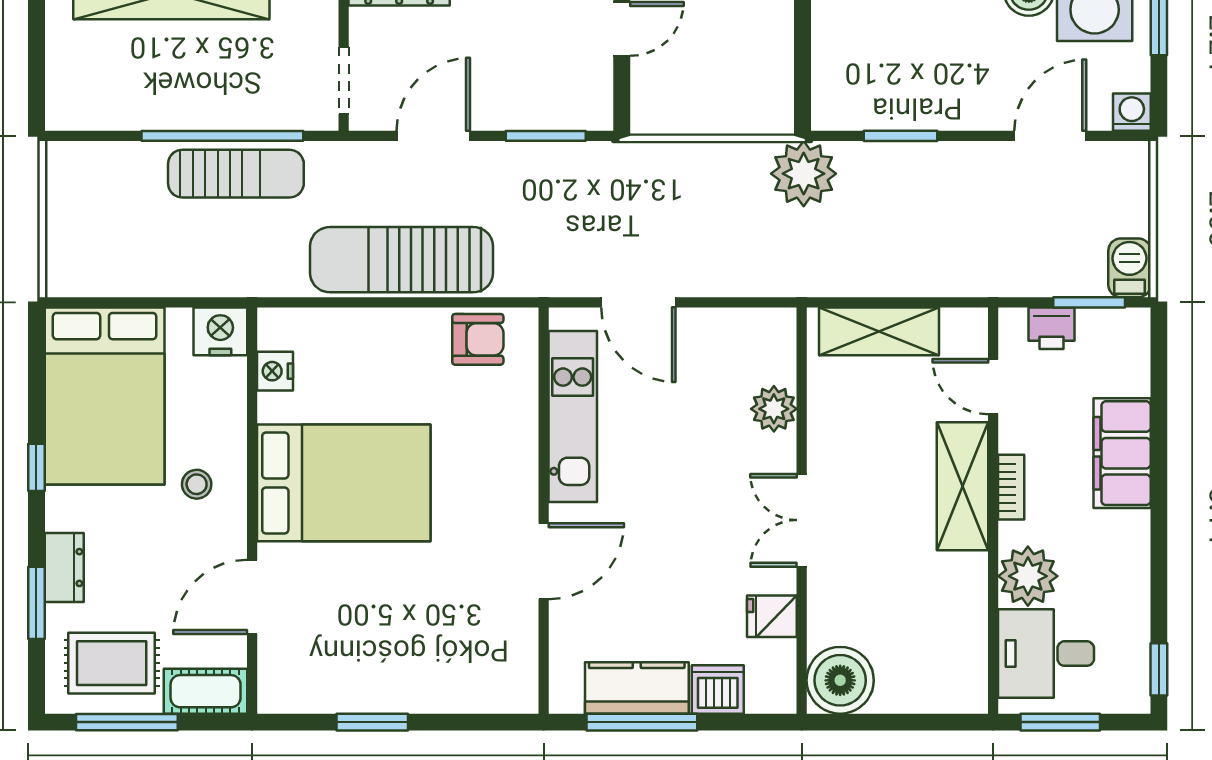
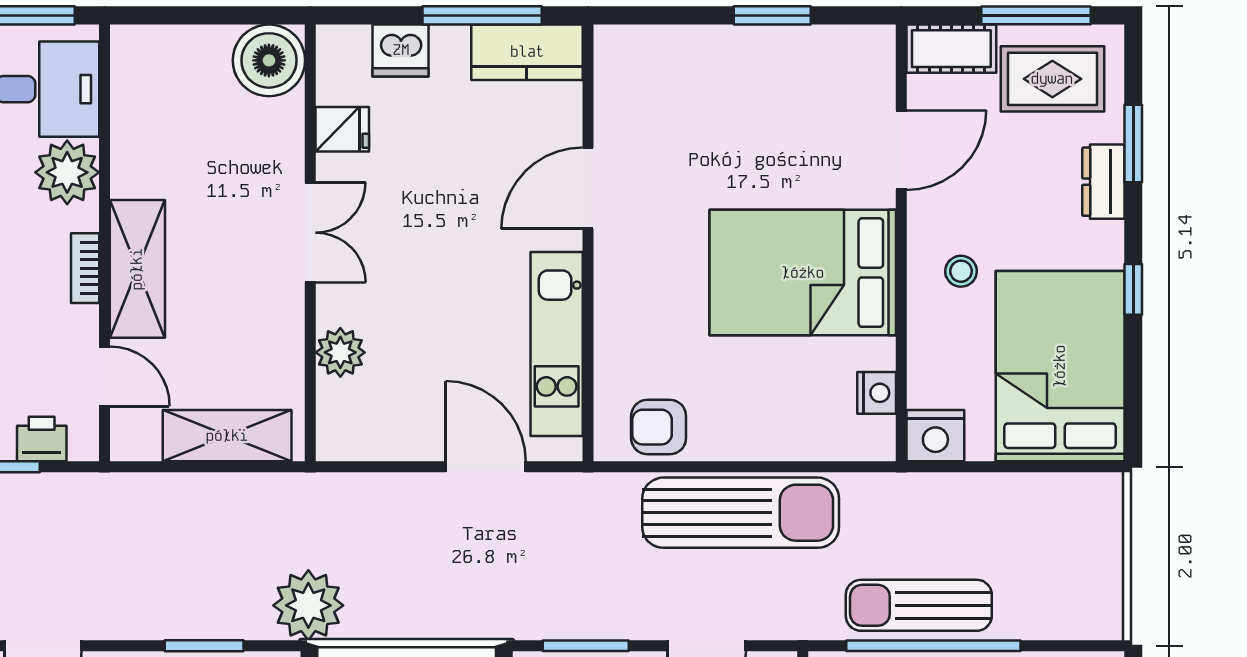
kitchen counter: (637, 688) -> (527, 52), moved

